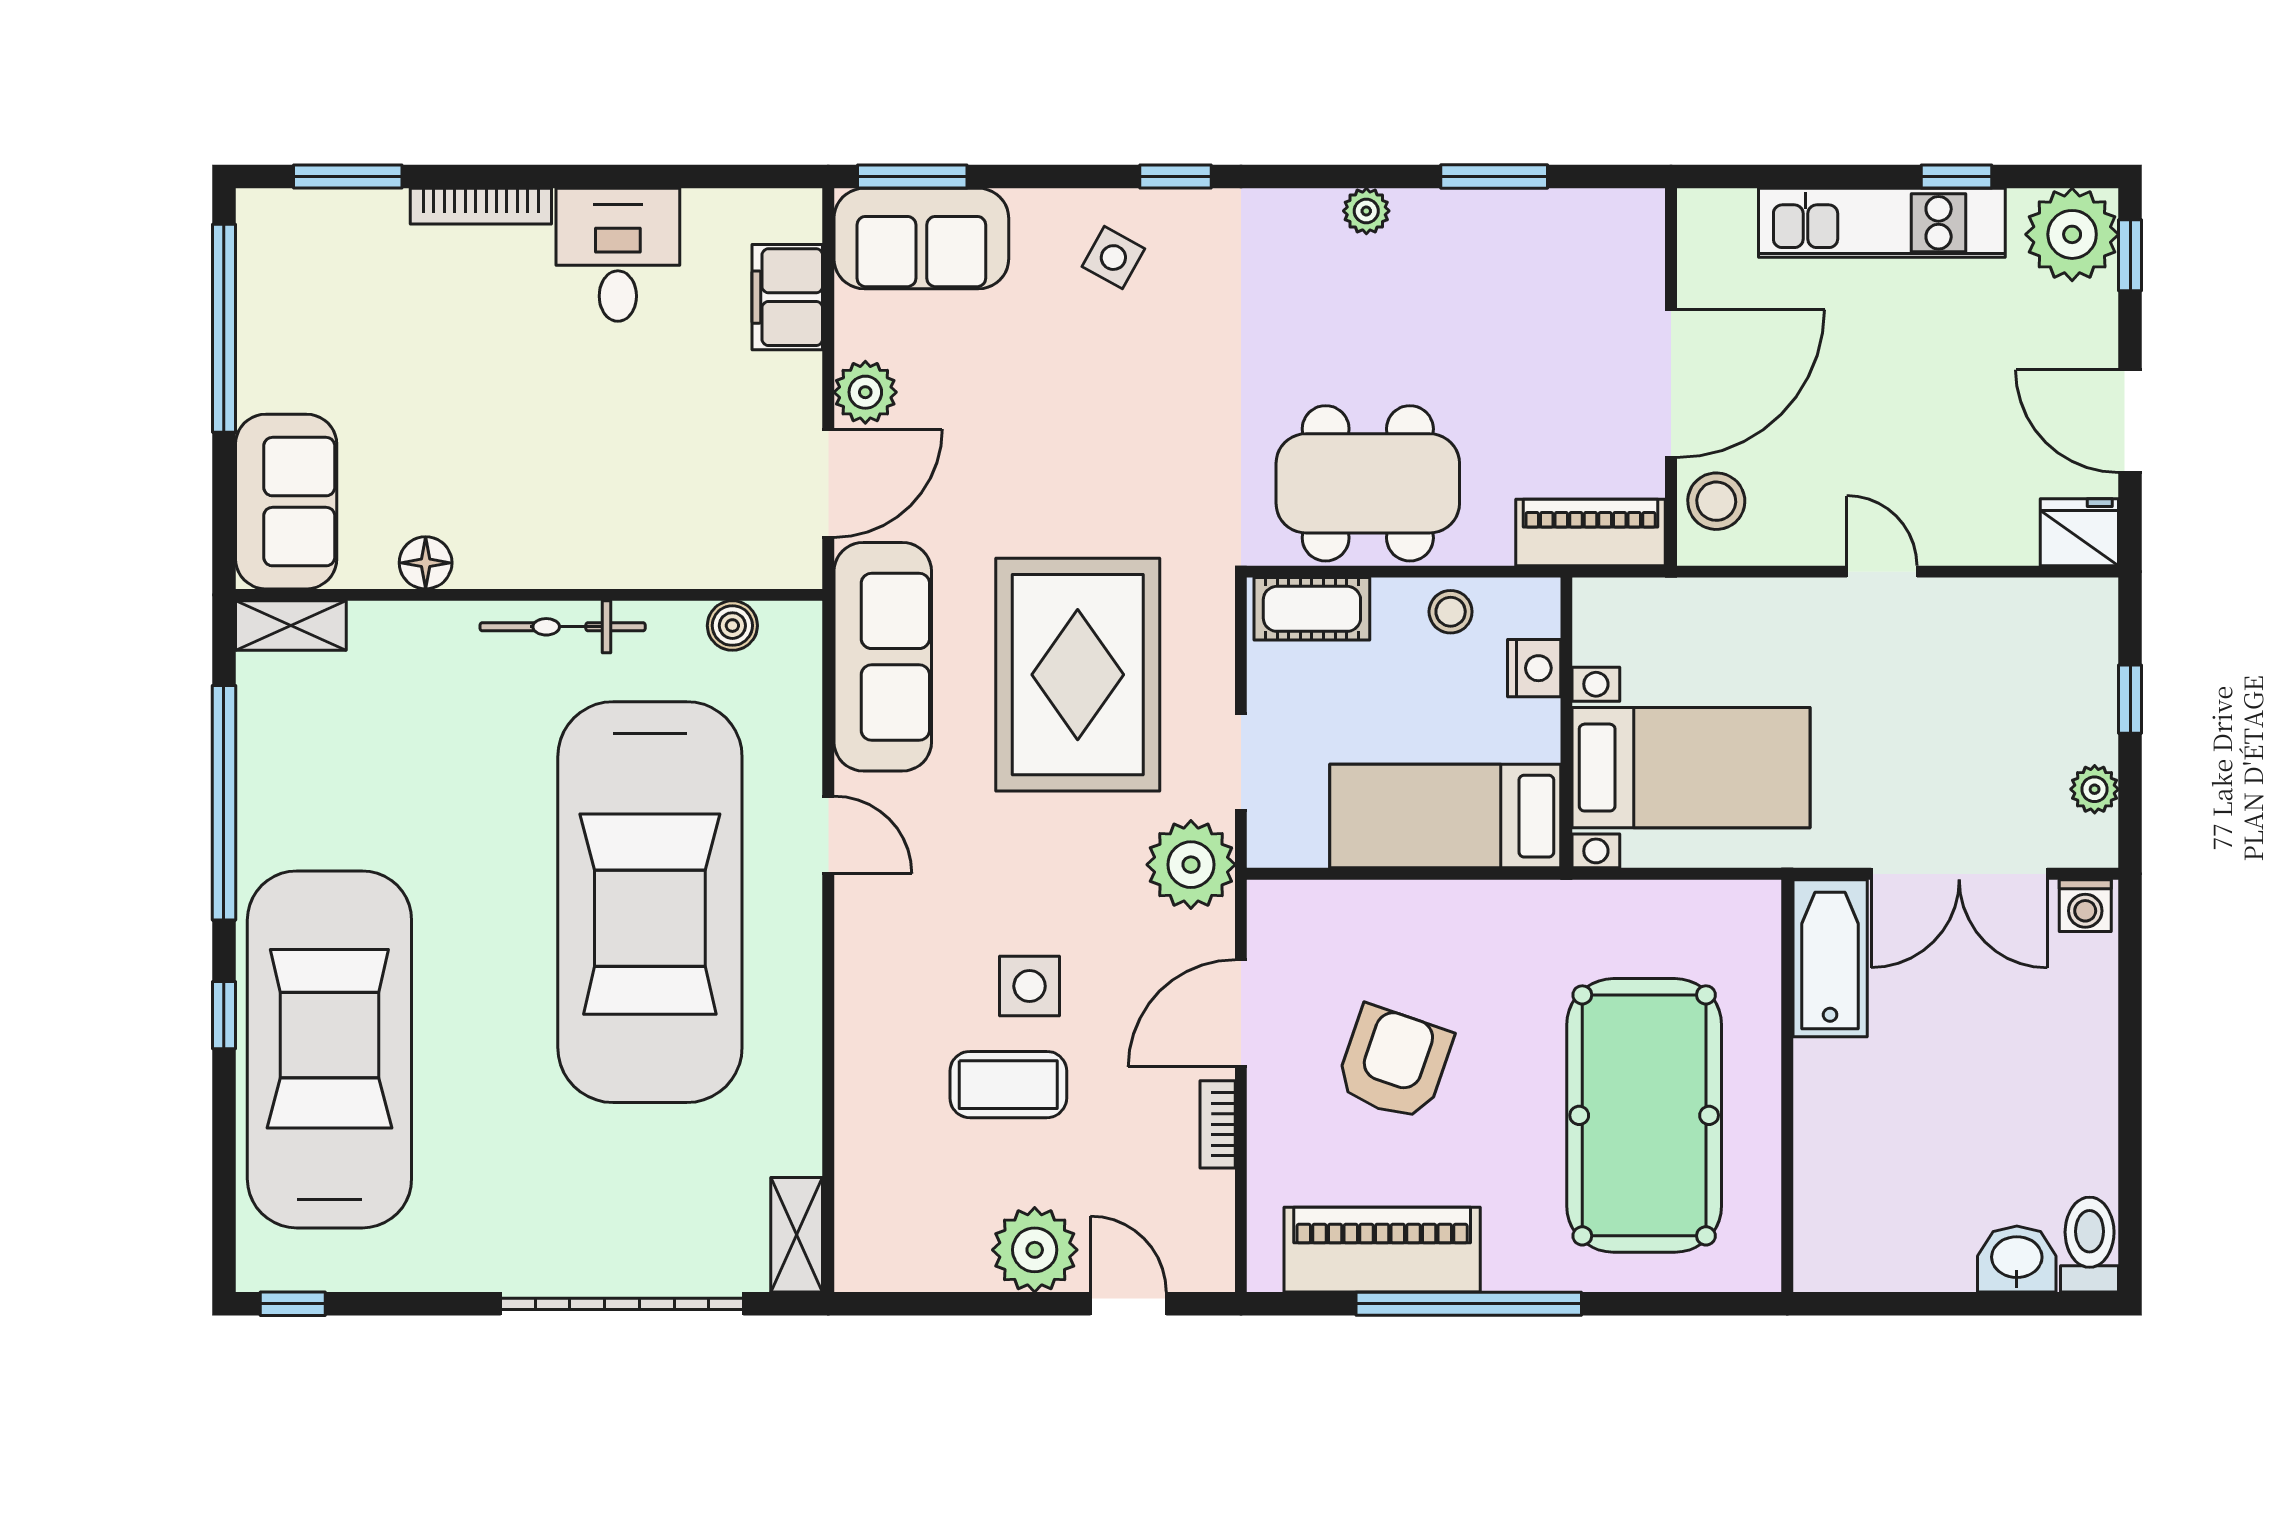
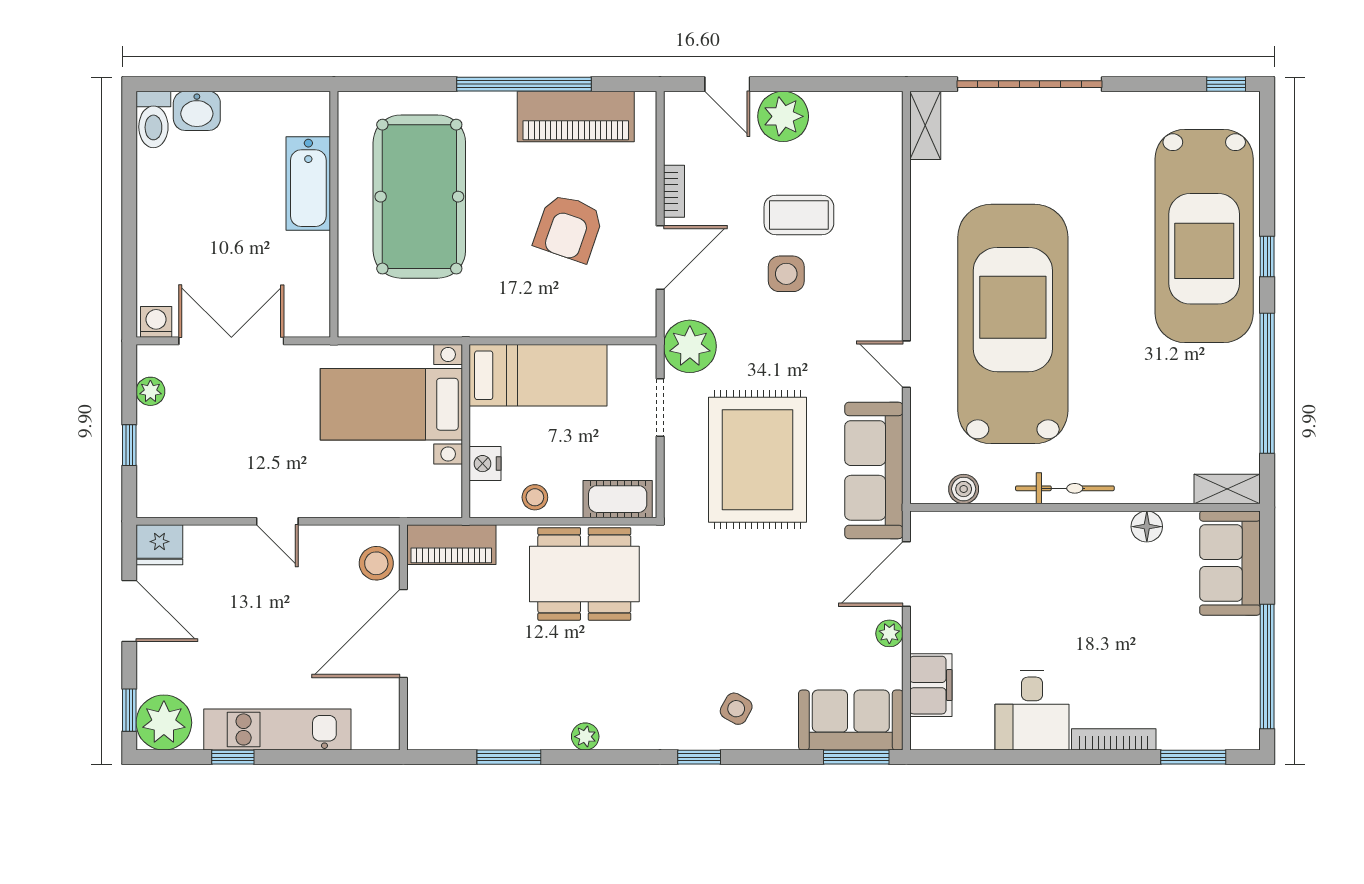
plant: (865, 392) -> (889, 633), width x0.73, depth x0.73
bathtub: (1830, 958) -> (308, 183), moved

